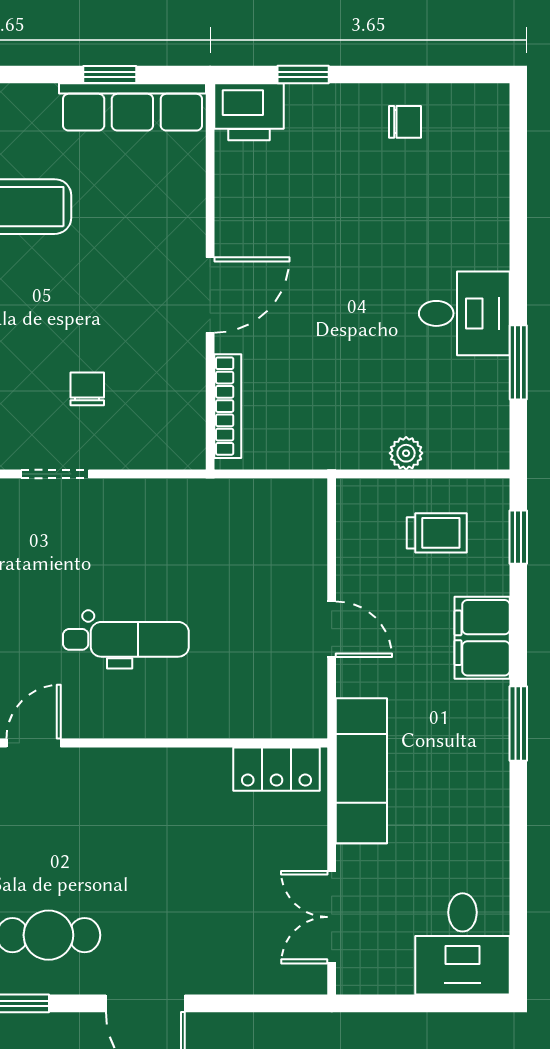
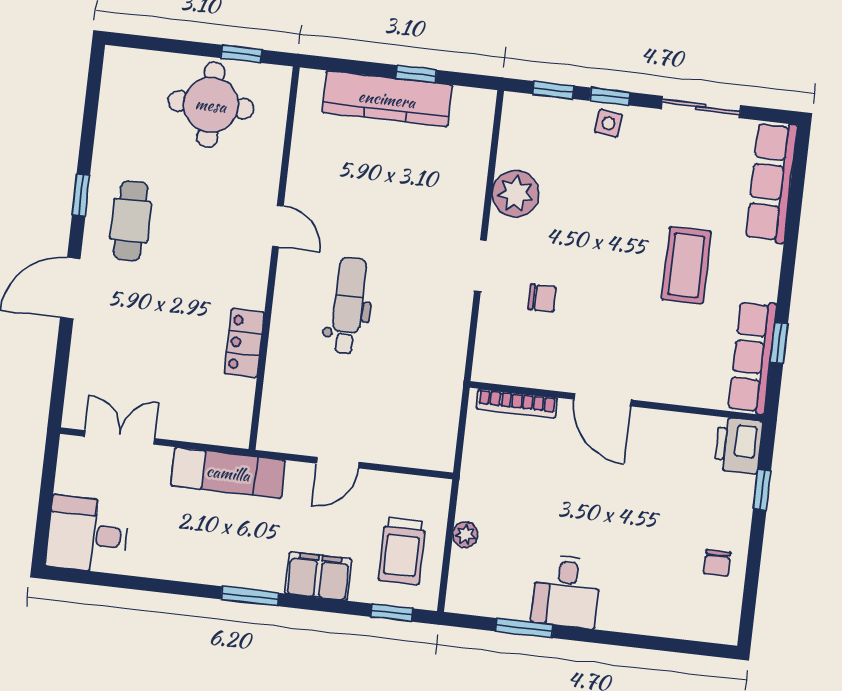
trolley: (437, 533) -> (402, 551), width x1.36, depth x1.39
dental chair: (126, 639) -> (348, 305), turned 180
locker: (277, 769) -> (244, 343), moved

